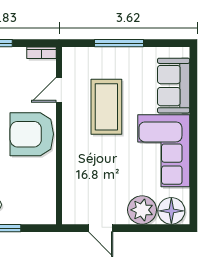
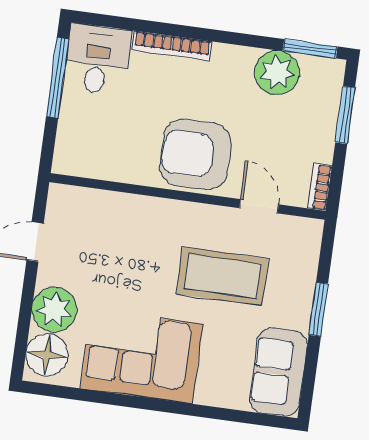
window: (119, 43) -> (318, 309), width x0.69
sofa: (174, 86) -> (279, 372), moved, turned -90
armchair: (32, 134) -> (196, 154), turned -90

